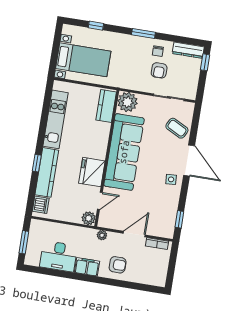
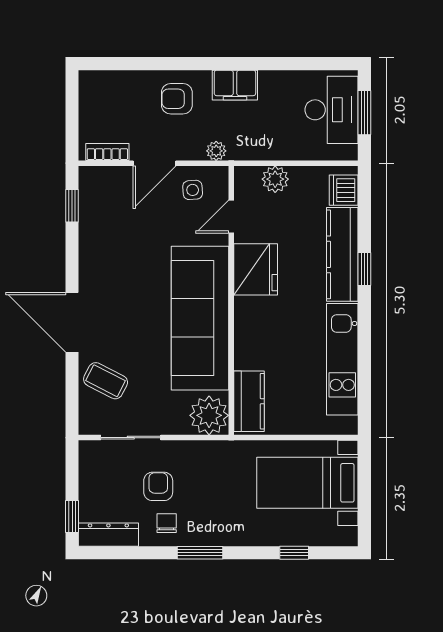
side table: (171, 179) -> (193, 190), moved
plant: (89, 218) -> (275, 179), moved
desk: (59, 256) -> (331, 110), moved, turned 90

